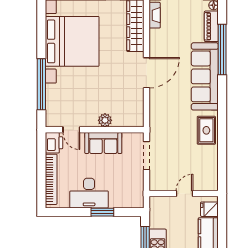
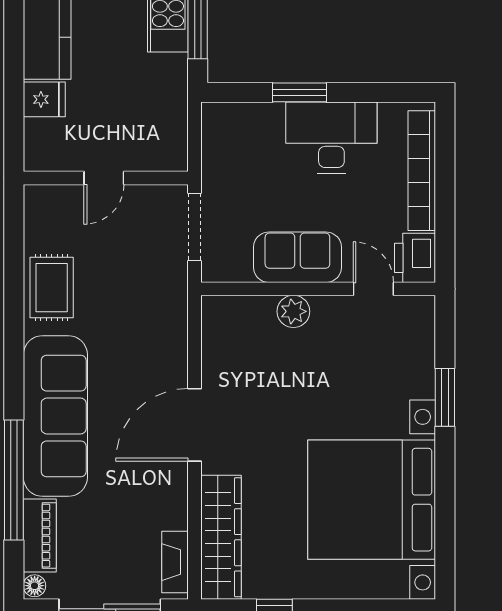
window: (41, 84) -> (445, 397), width x0.47
door: (184, 194) -> (104, 178), moved
wall: (184, 194) -> (106, 178), moved

